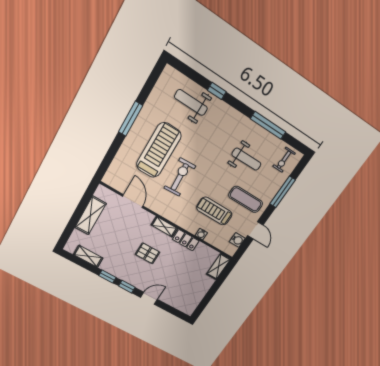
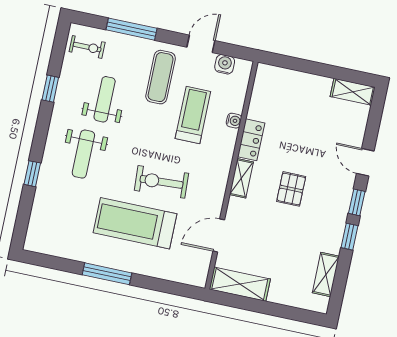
weight bench: (191, 102) -> (83, 154), moved
window: (268, 125) -> (50, 89), width x0.46
treadmill: (214, 211) -> (193, 115), turned 180
shelving: (91, 215) -> (240, 284), moved
shelving: (219, 267) -> (353, 92), moved

